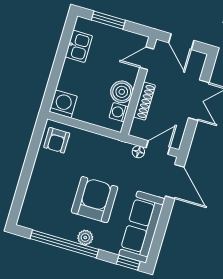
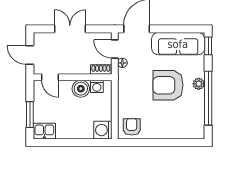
door: (181, 42) -> (30, 55), swing flipped
kitchen sink: (79, 46) -> (44, 131), moved
shoe rack: (144, 101) -> (101, 70), moved, width x0.70
armchair: (57, 140) -> (132, 127), turned -90

